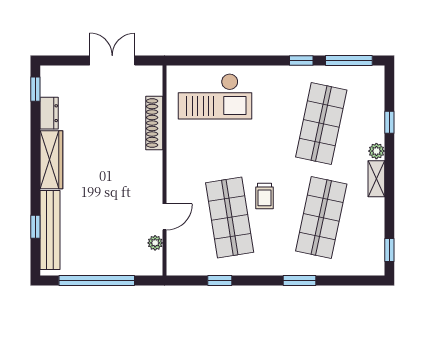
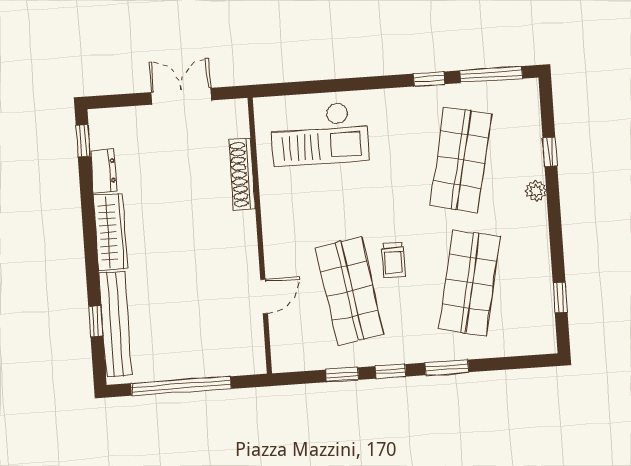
shelving: (376, 179) -> (538, 227), removed
plant: (155, 243) -> (254, 331), removed
window: (389, 250) -> (560, 298), moved
window: (257, 280) -> (391, 371), added

